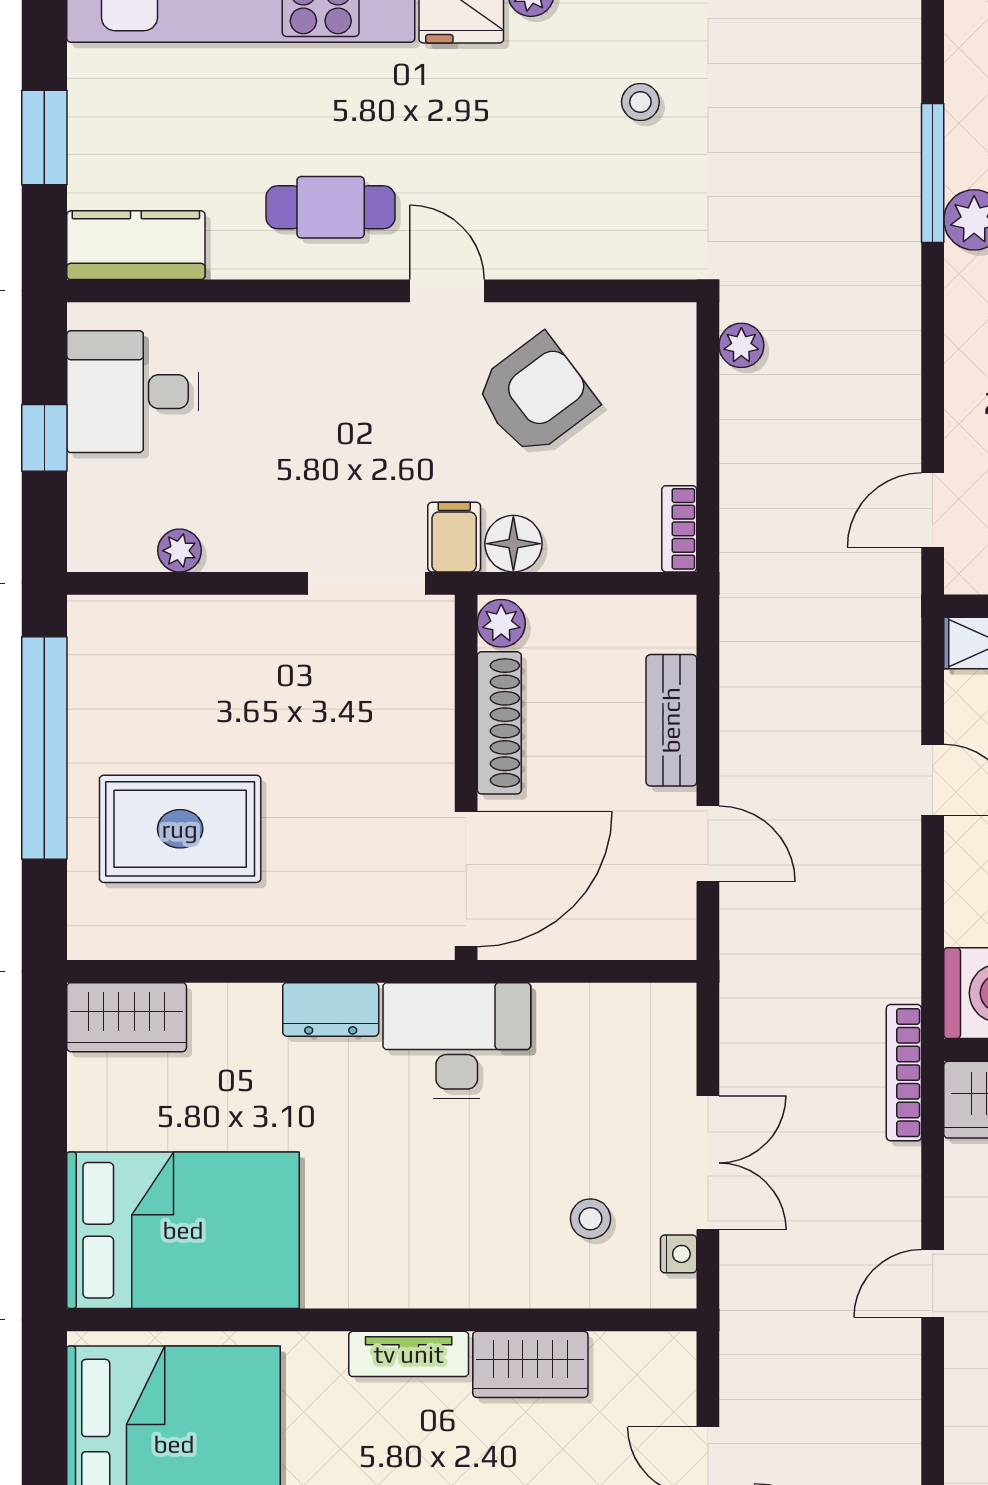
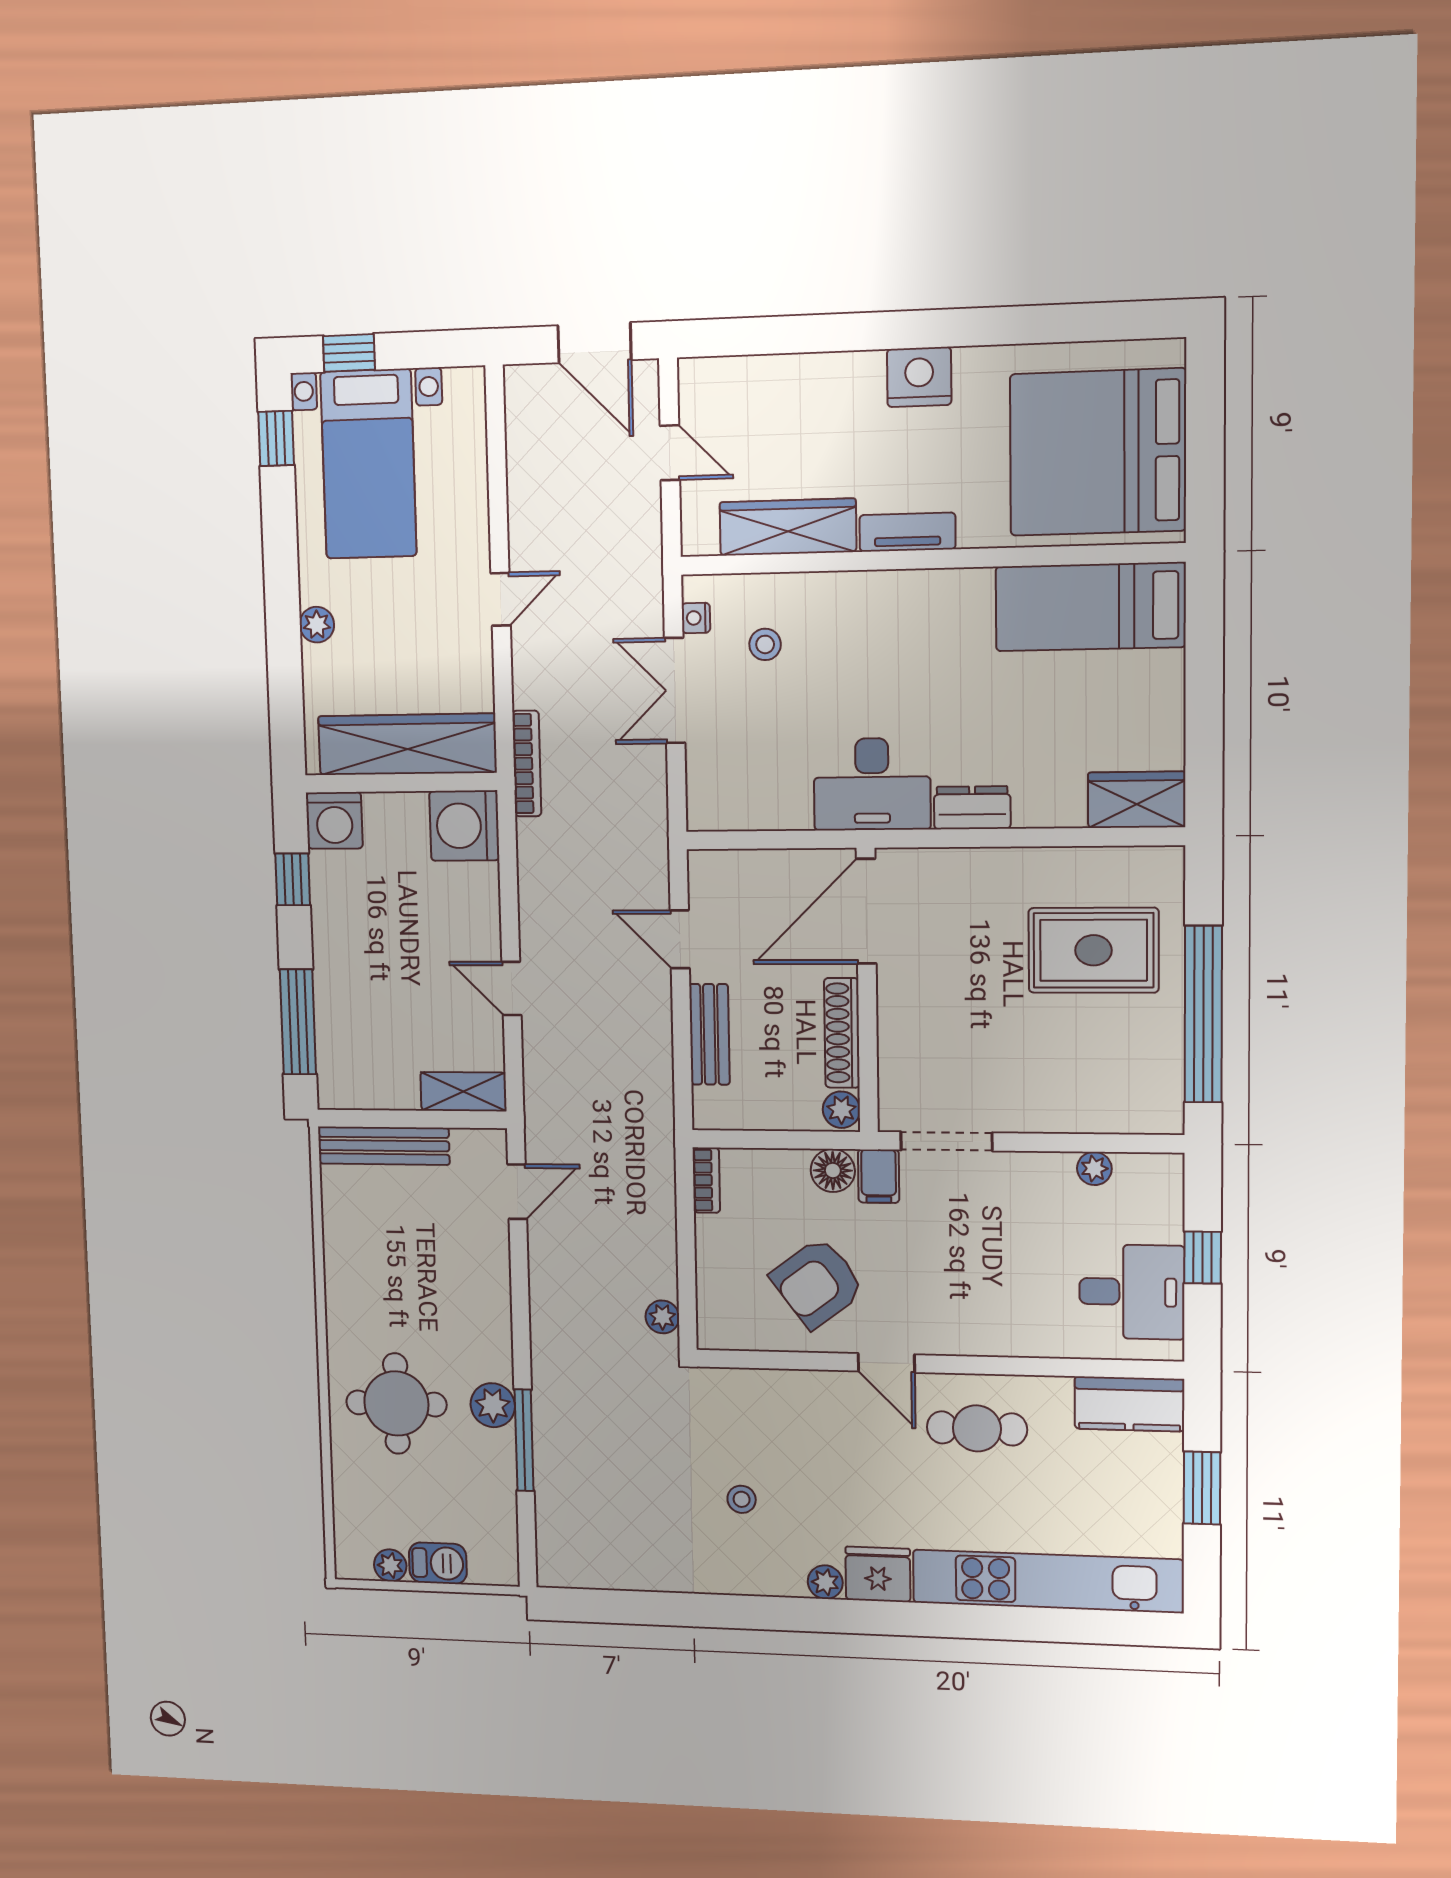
bed: (183, 1230) -> (1090, 607), width x0.67
wardrobe: (530, 1364) -> (788, 527), width x1.50

